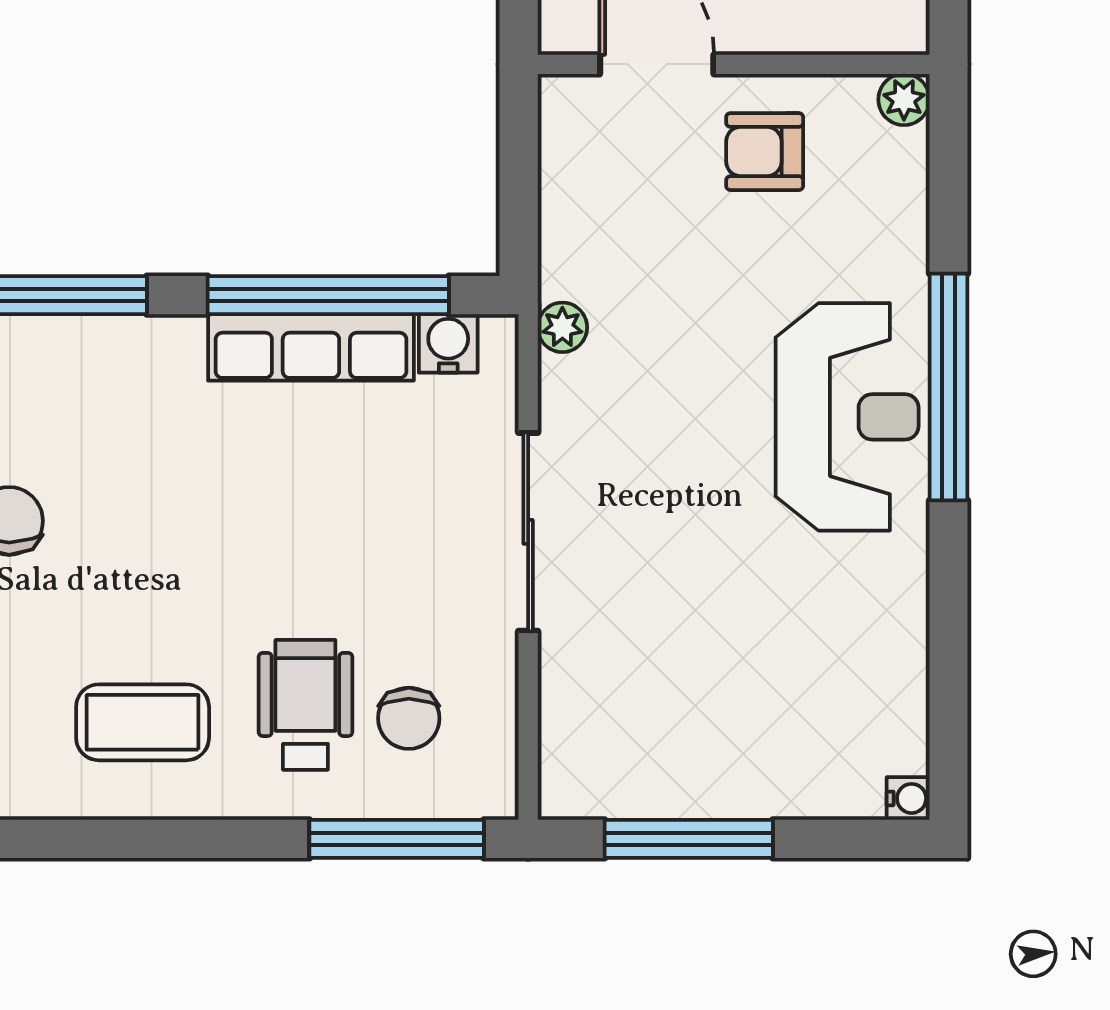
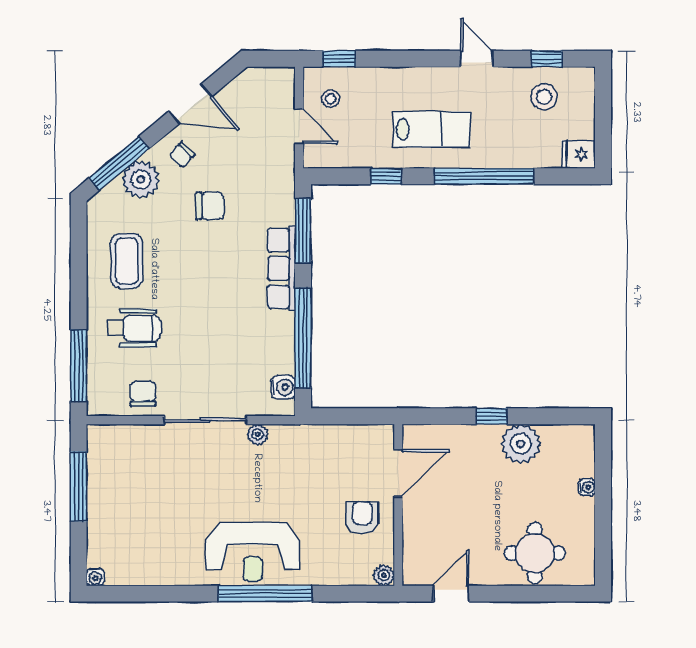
plant: (562, 327) -> (258, 434), moved
row of seats: (311, 347) -> (281, 268), moved
chair: (409, 718) -> (143, 394), moved, turned 90

